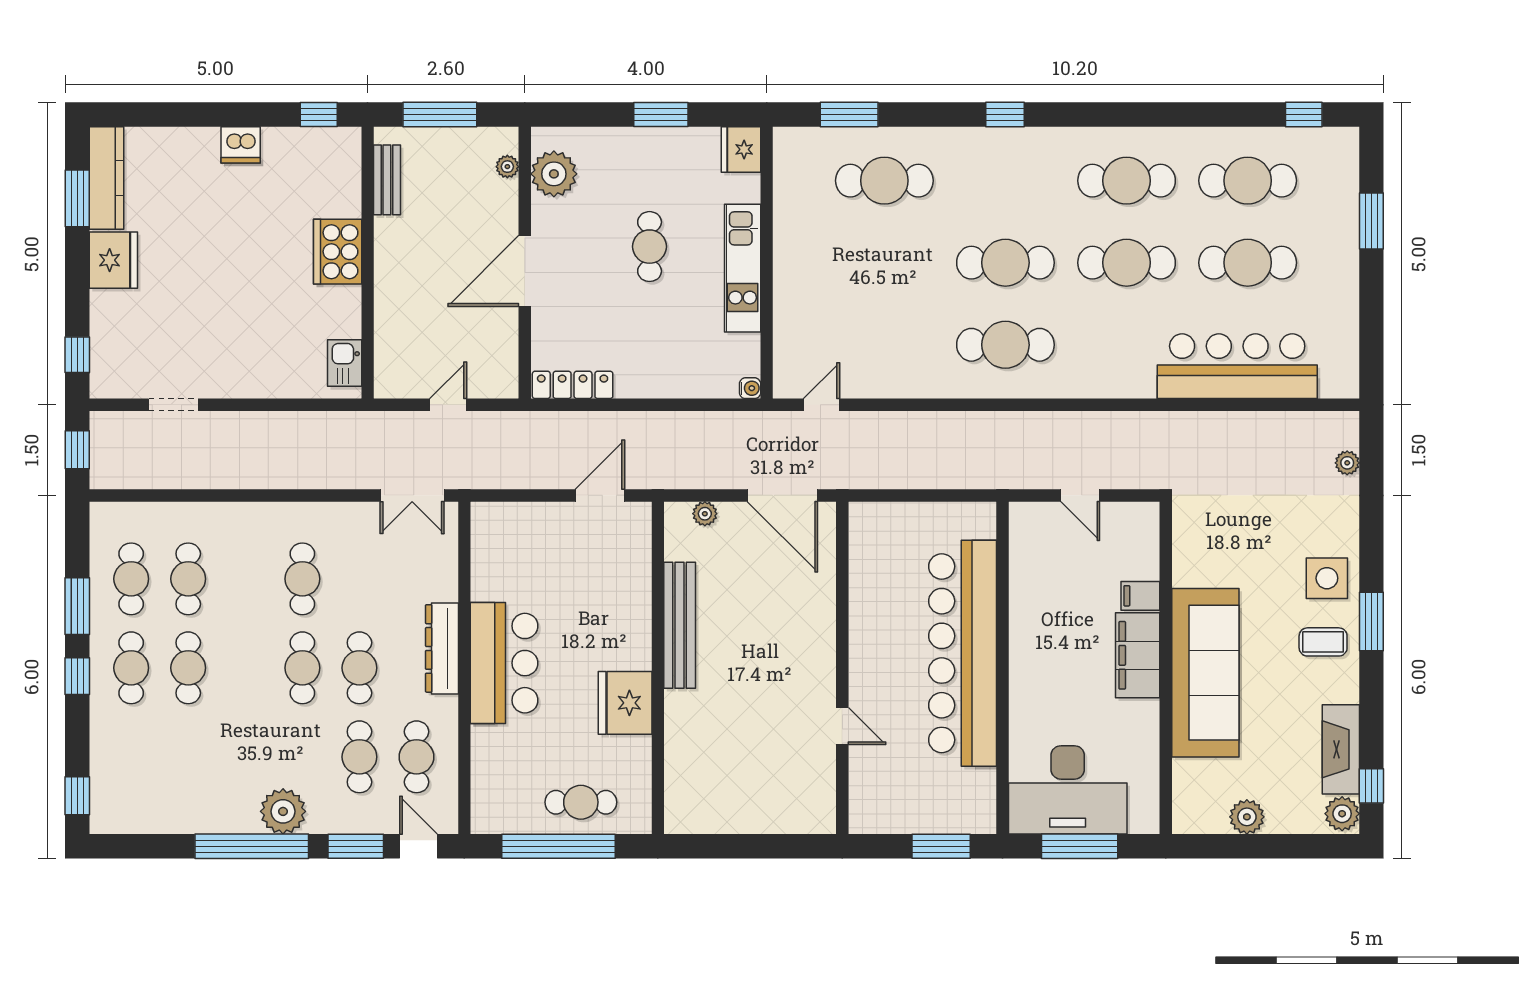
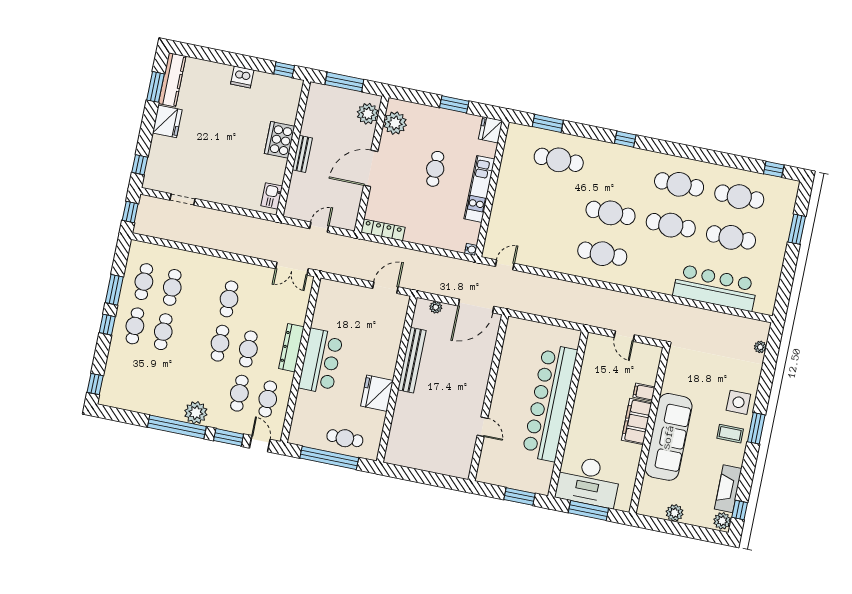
plant: (507, 167) -> (368, 114), width x1.88, depth x1.88
bench: (387, 180) -> (302, 154), moved
door: (782, 495) -> (476, 306), hinge flipped

